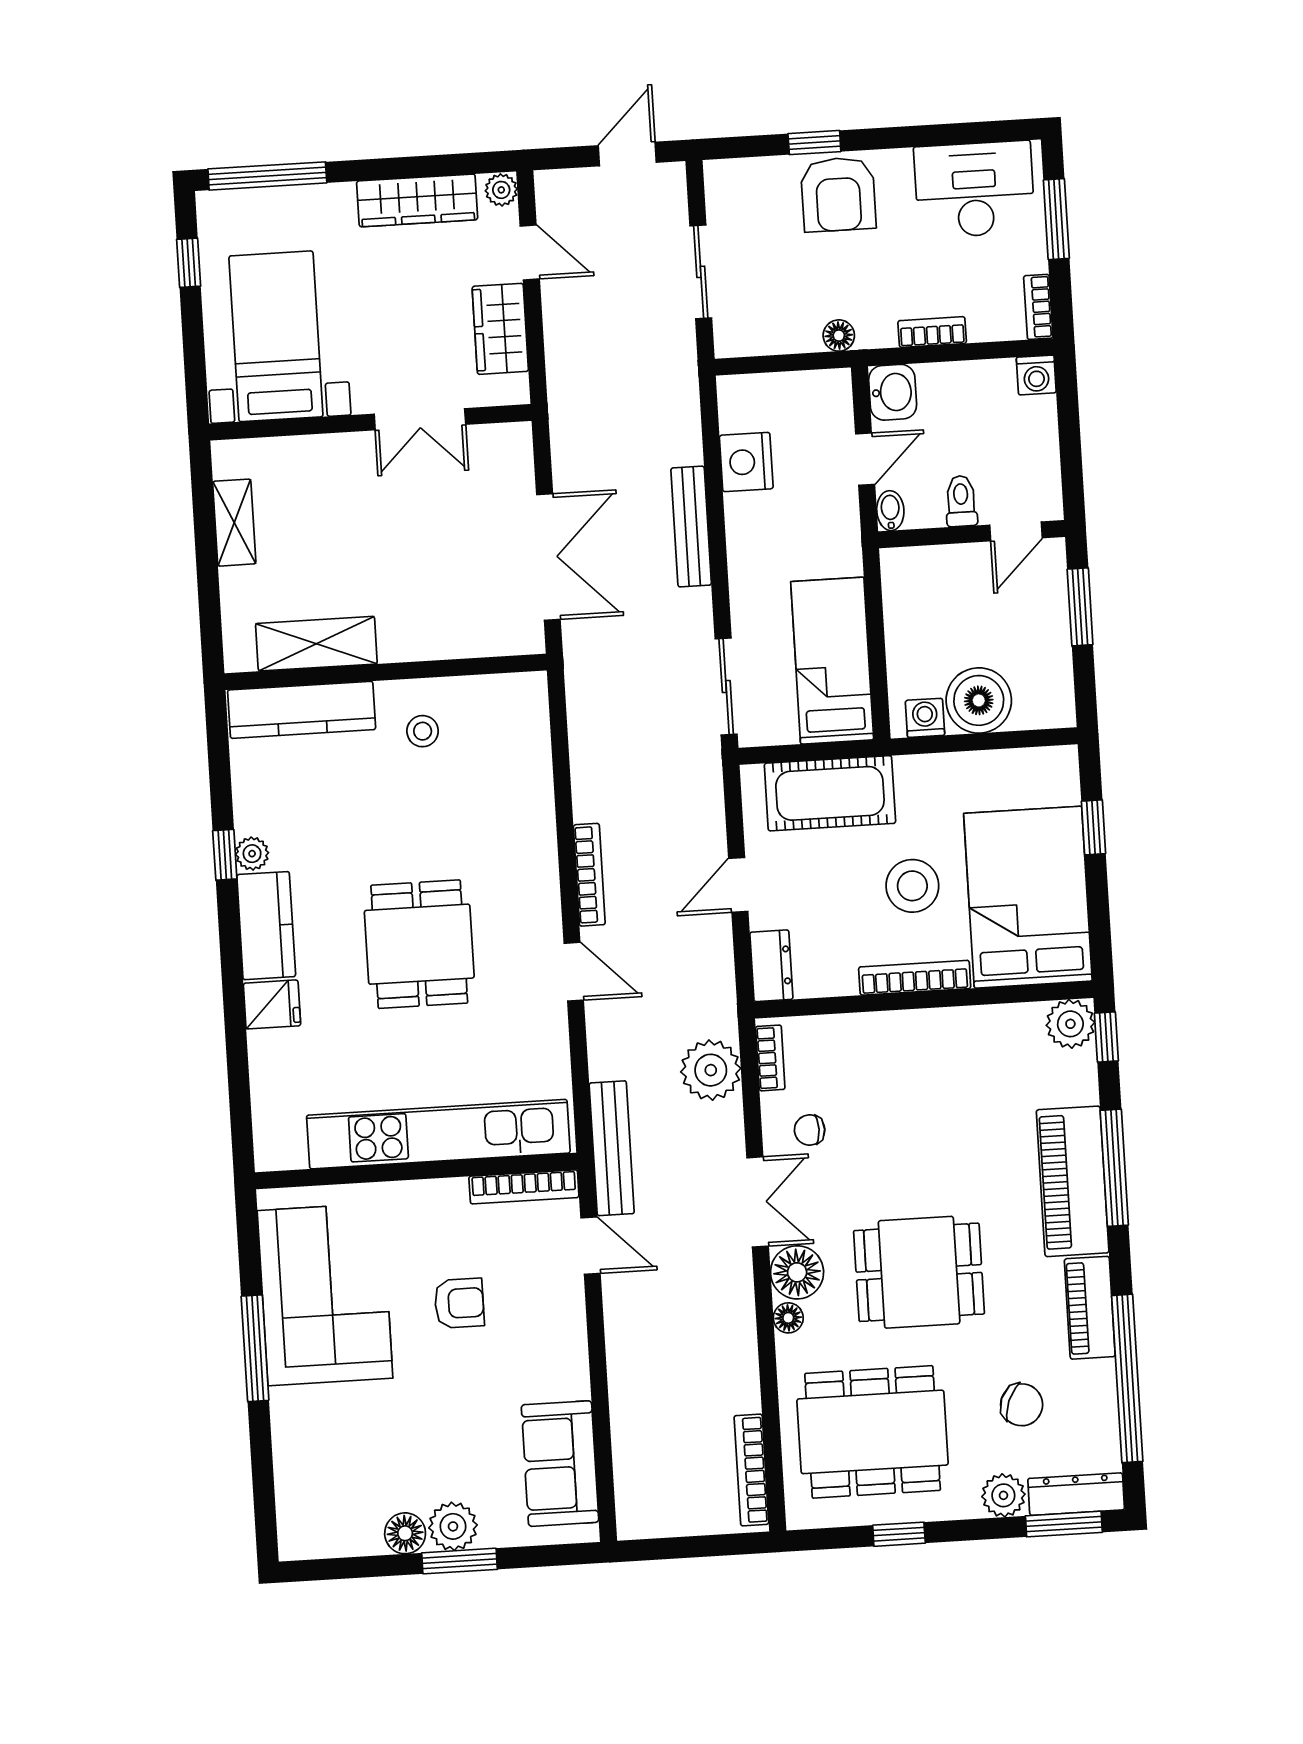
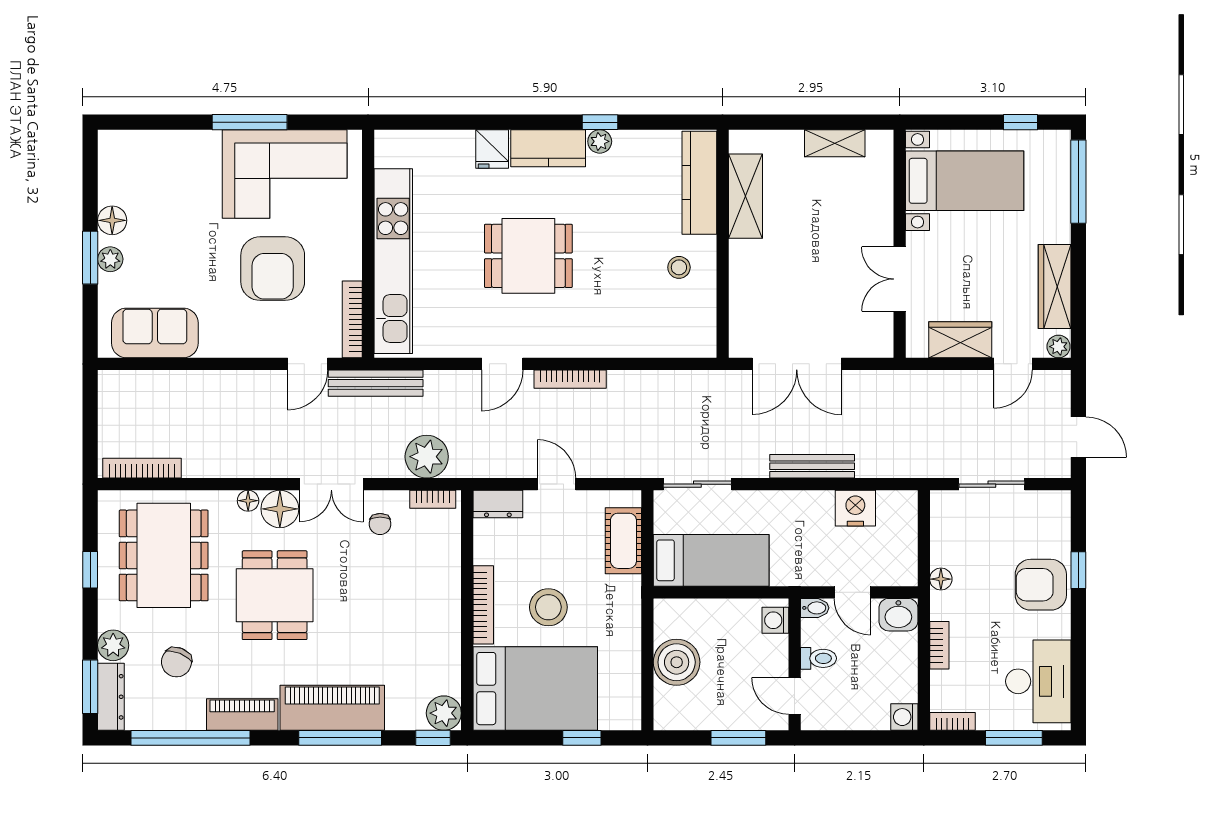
washing machine: (925, 718) -> (775, 620), moved, turned 180
cot: (830, 793) -> (623, 541), width x0.73, depth x0.75
chair: (810, 1130) -> (380, 524), turned 180
armchair: (459, 1303) -> (273, 269), width x1.88, depth x1.88
plant: (453, 1526) -> (110, 259), width x0.73, depth x0.73

